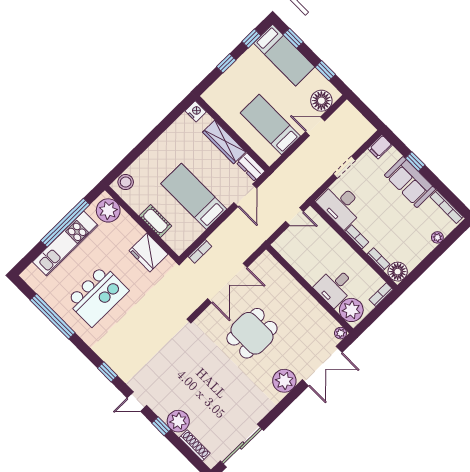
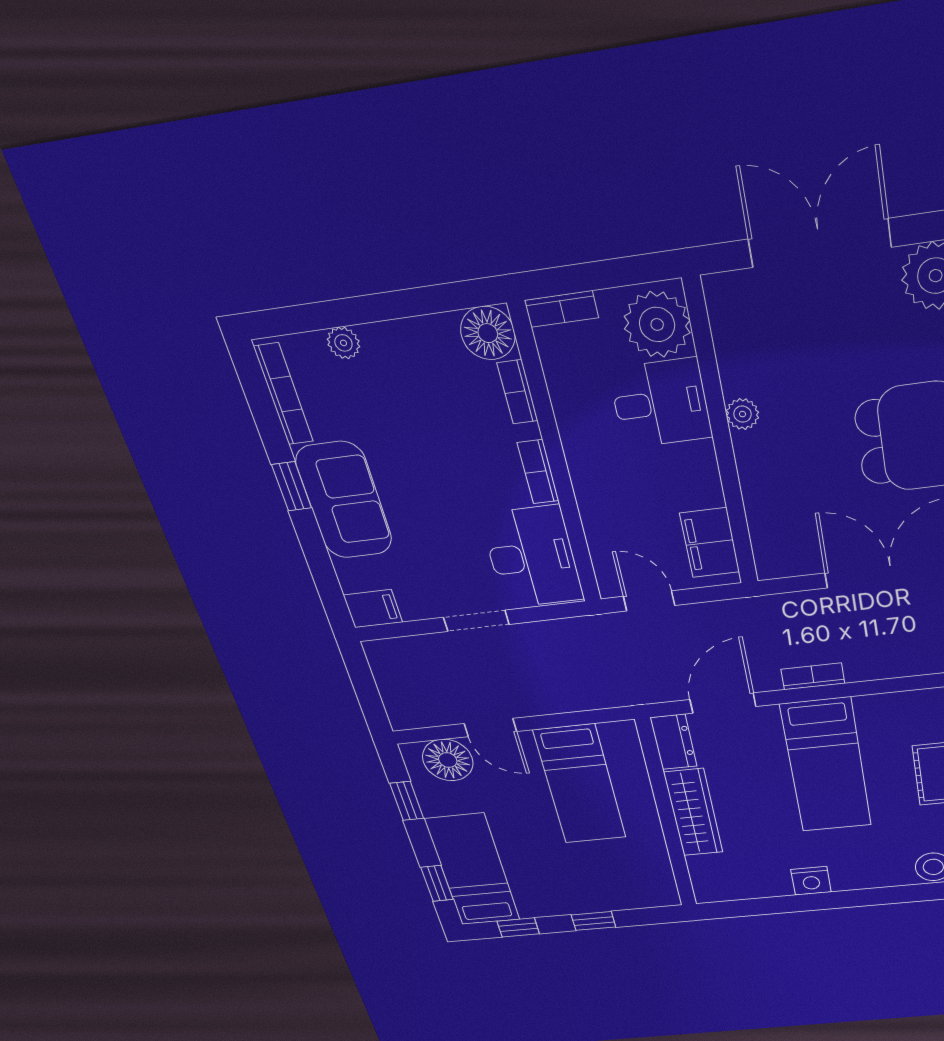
nightstand: (196, 111) -> (811, 881), moved, turned -90
window: (415, 162) -> (292, 486), moved
bookcase: (200, 251) -> (813, 676), moved
filing cabinet: (290, 252) -> (710, 543), added
plant: (341, 333) -> (742, 414), moved

